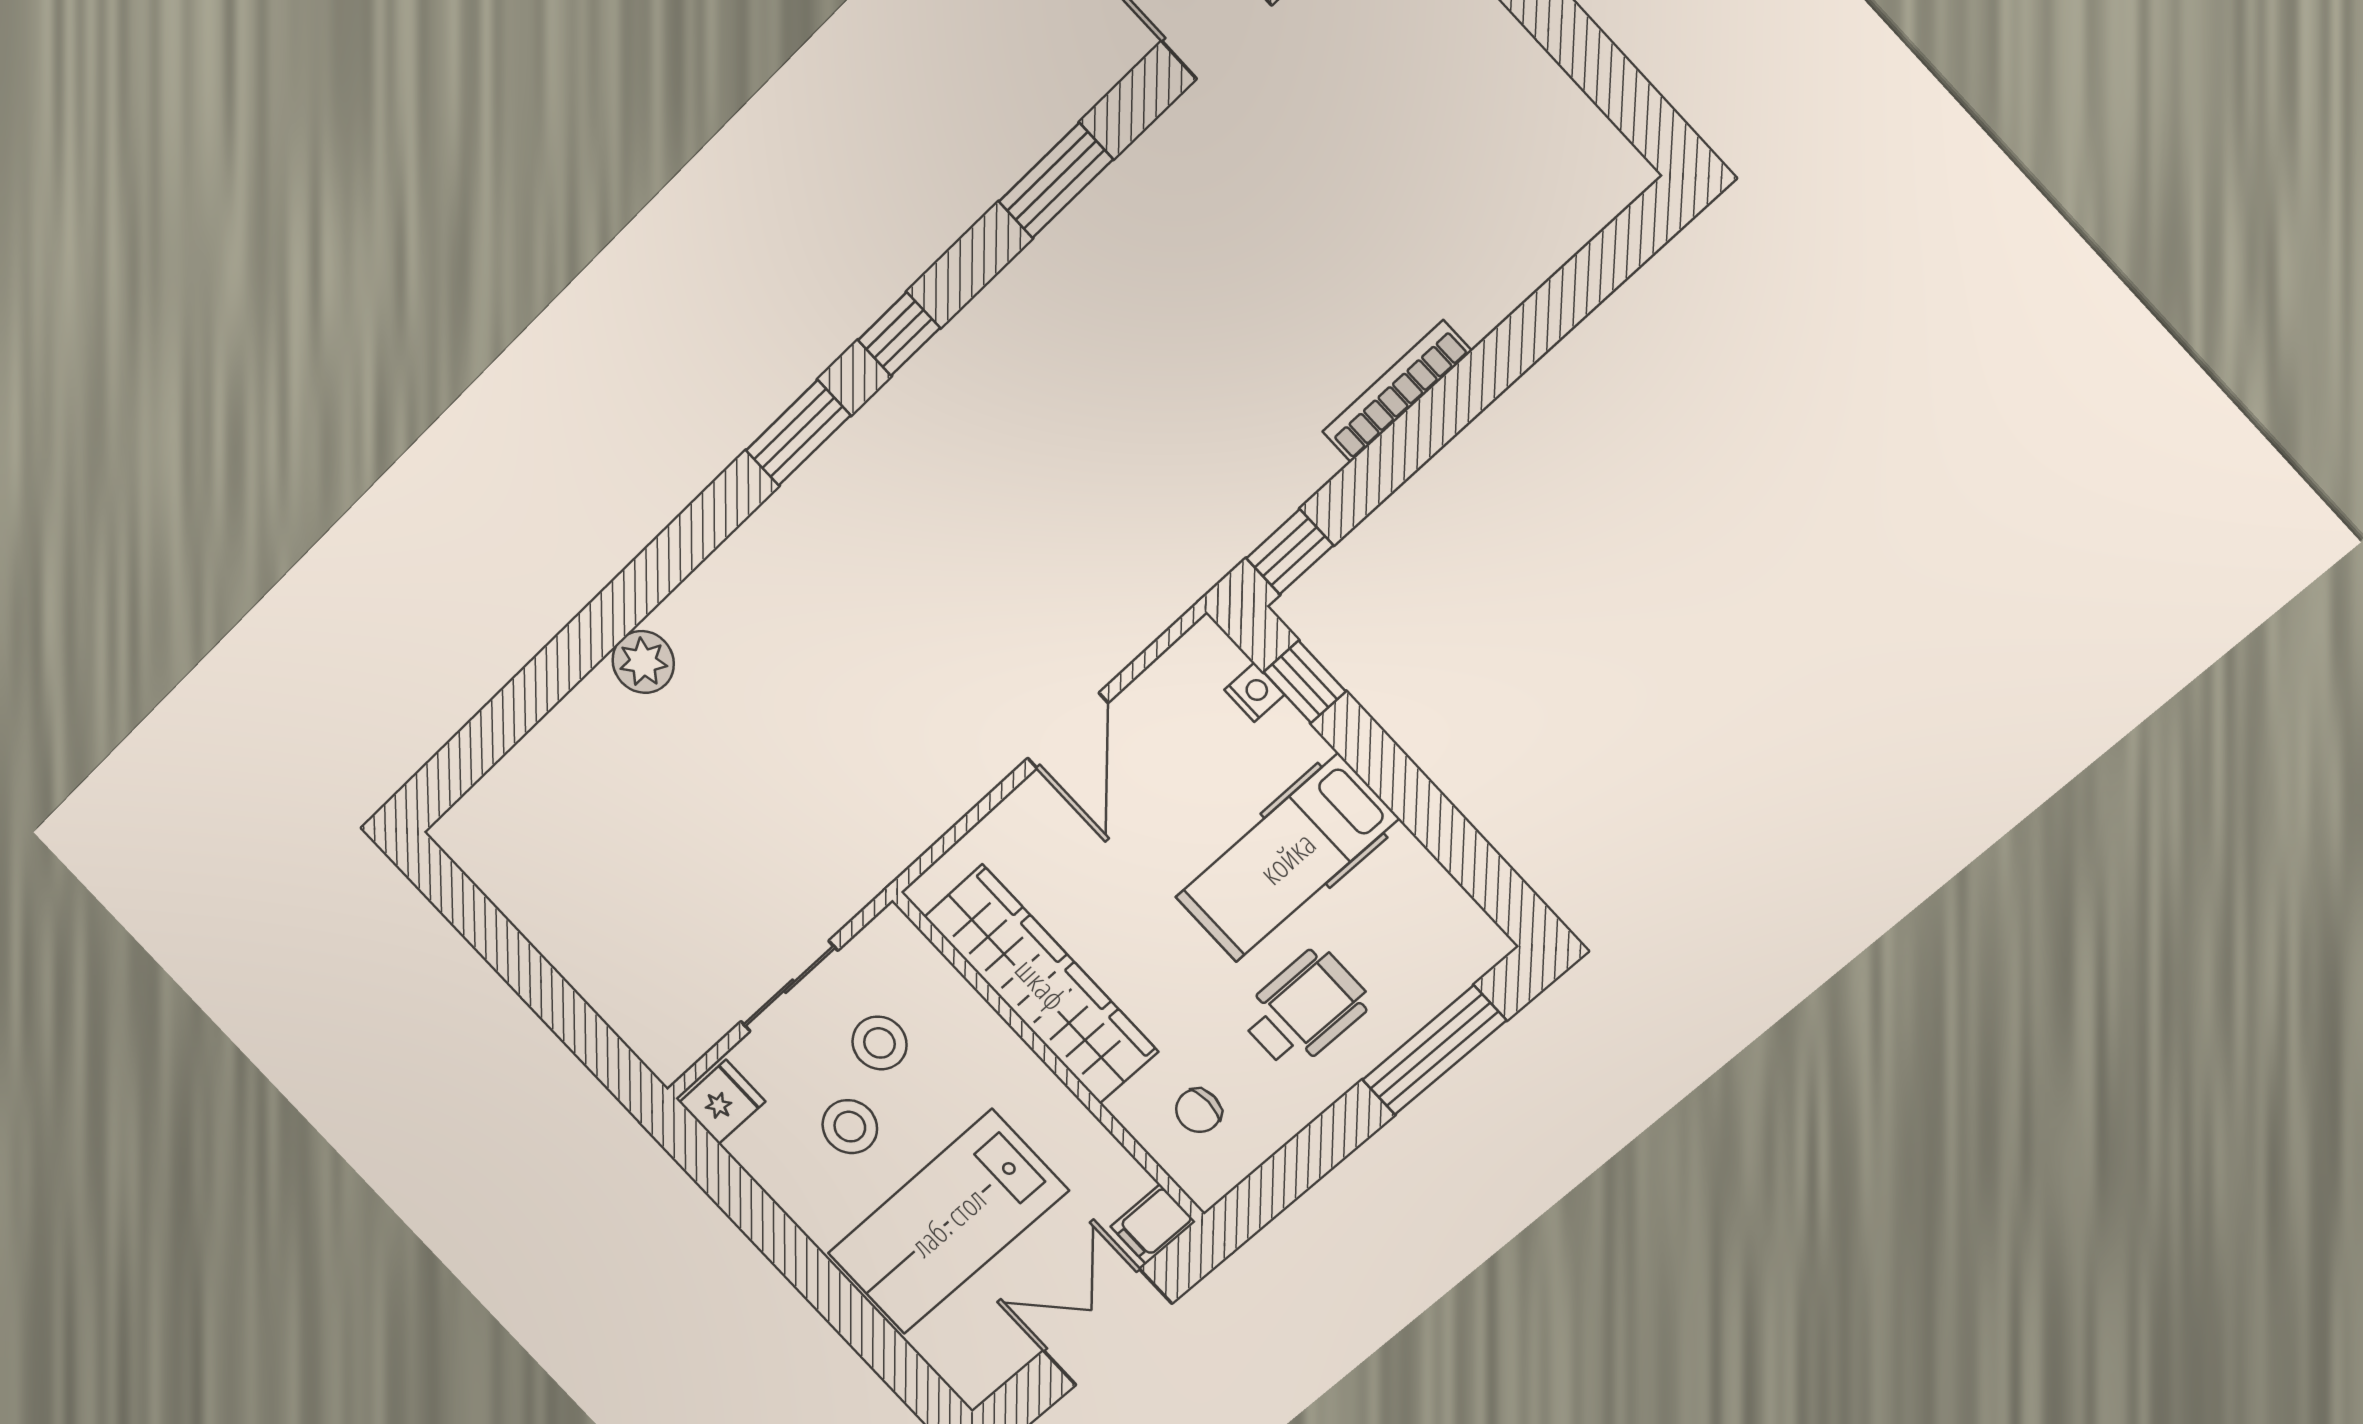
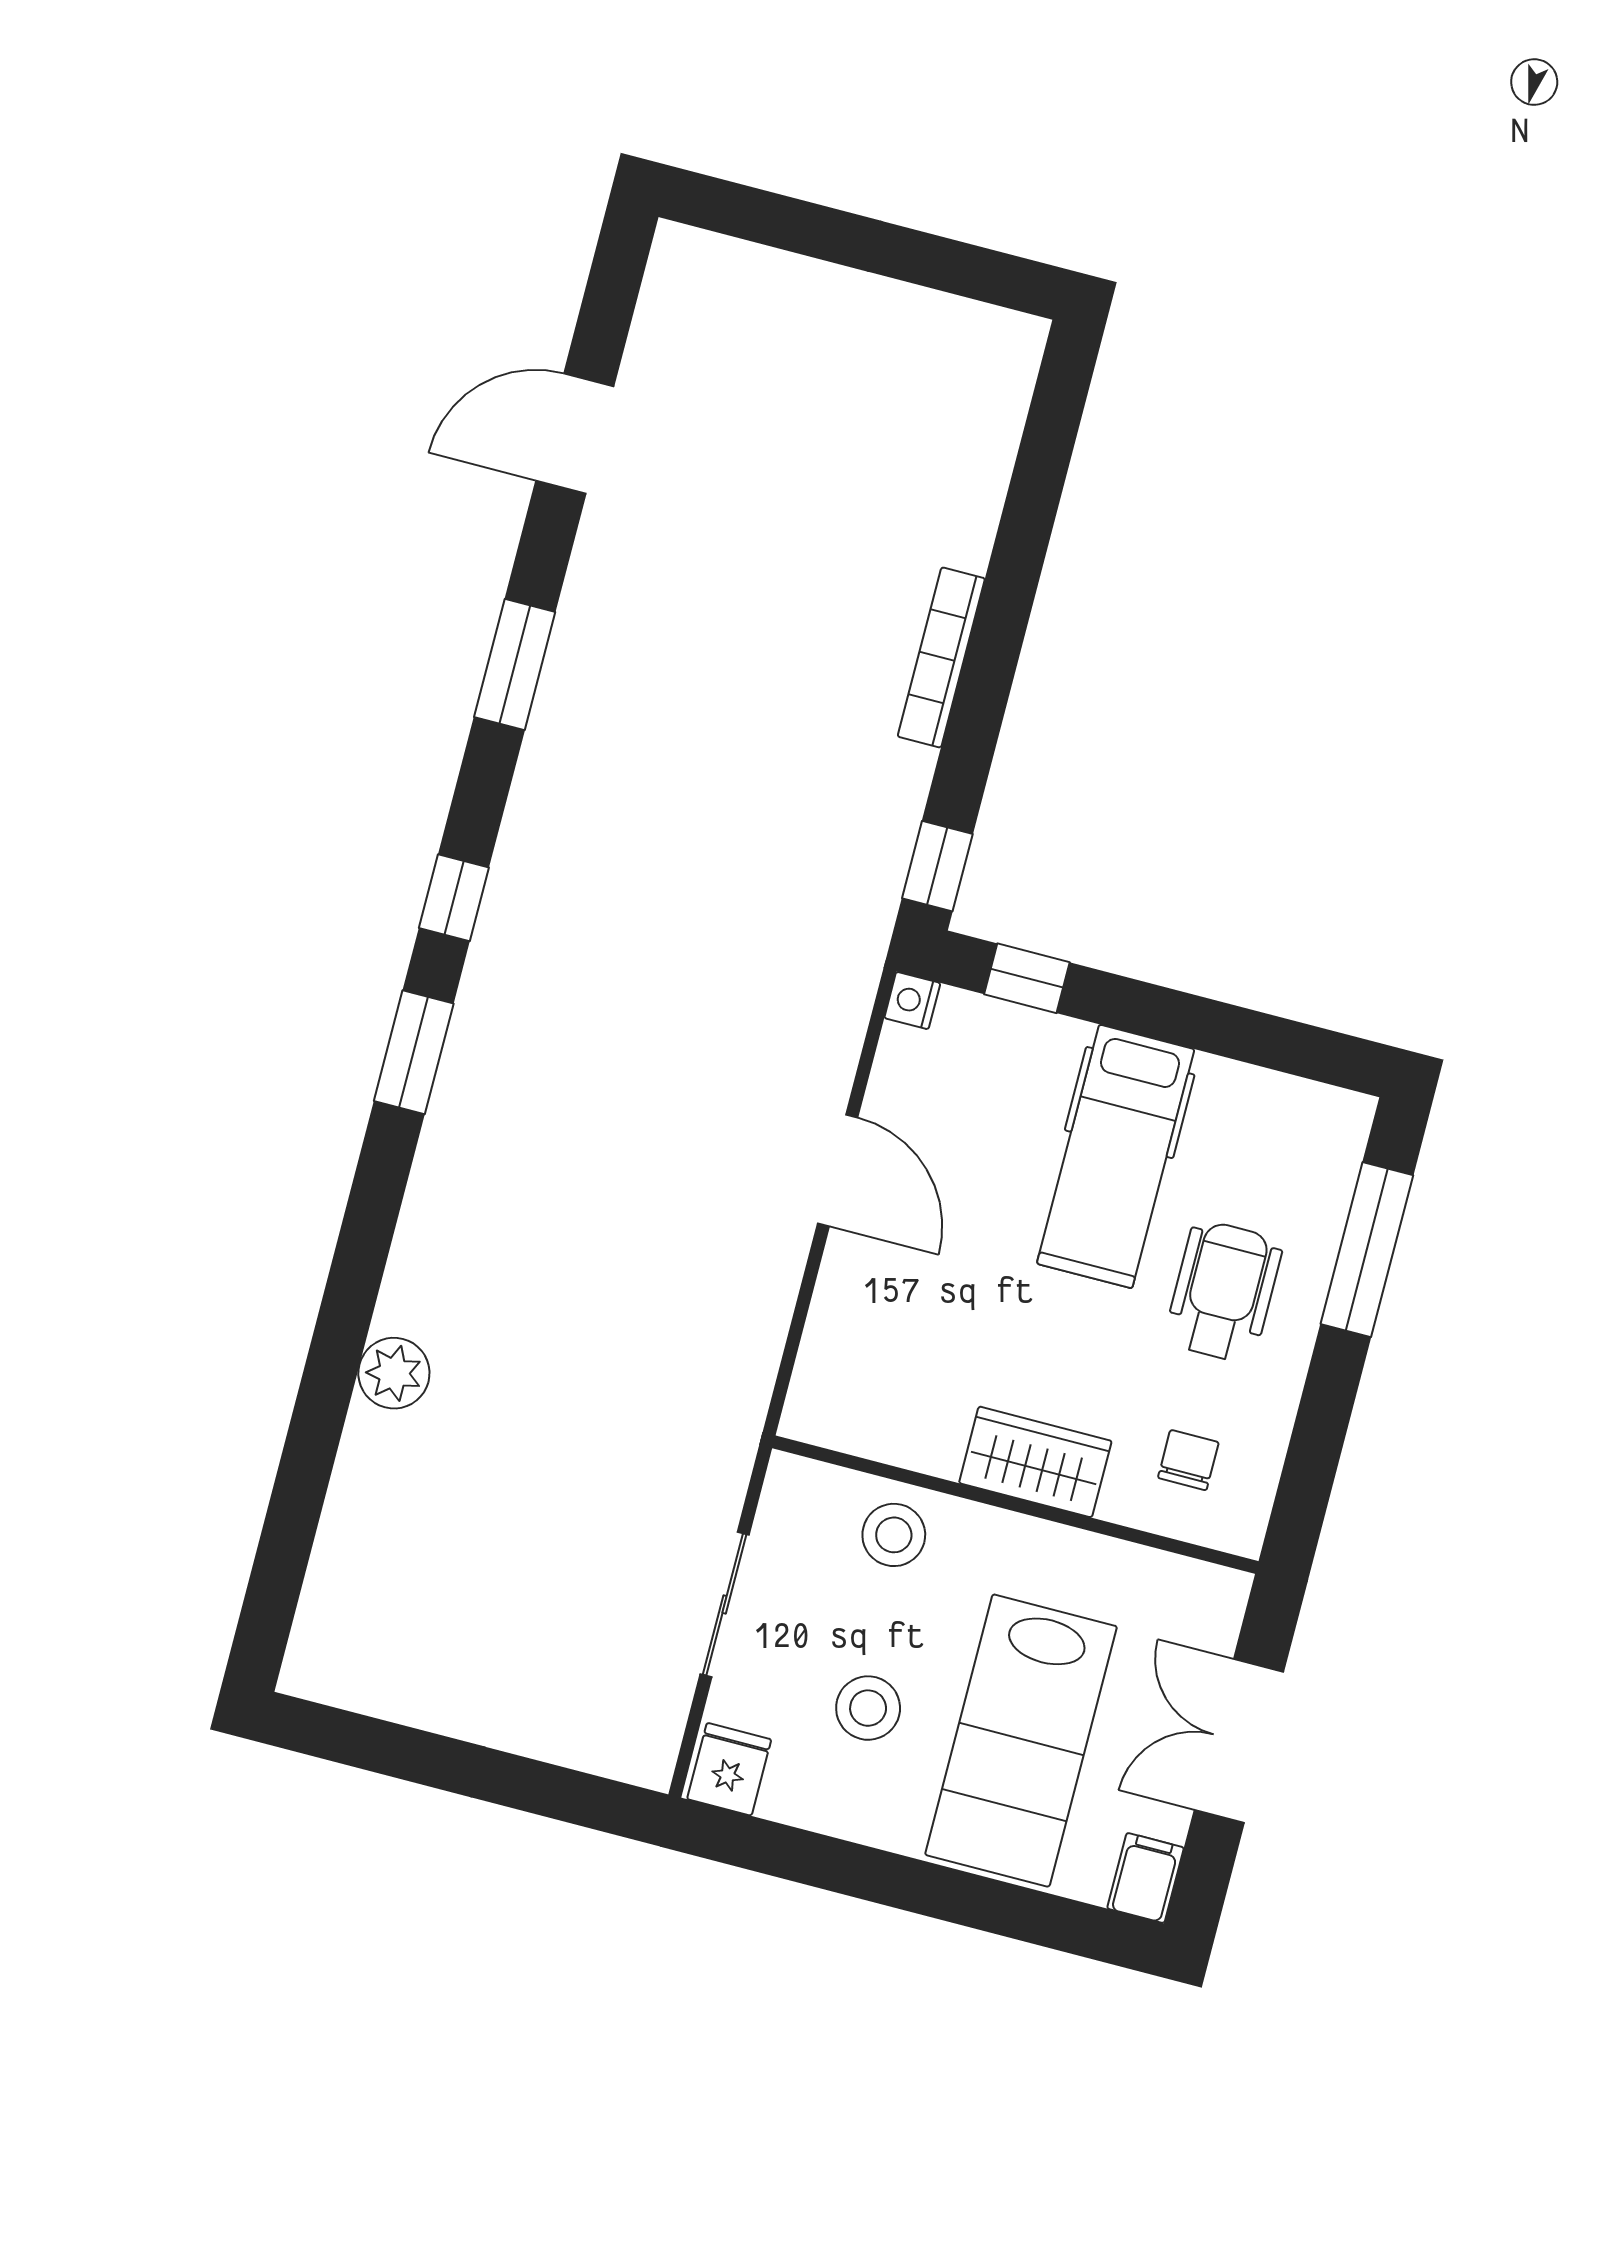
nightstand: (1254, 692) -> (912, 1000), moved, turned -90
wardrobe: (1041, 984) -> (1035, 1462), width x0.48, depth x0.85
stool: (879, 1043) -> (894, 1535), moved
chair: (1198, 1111) -> (1188, 1460), turned 180
filing cabinet: (1153, 1224) -> (1145, 1878), moved, turned 180

